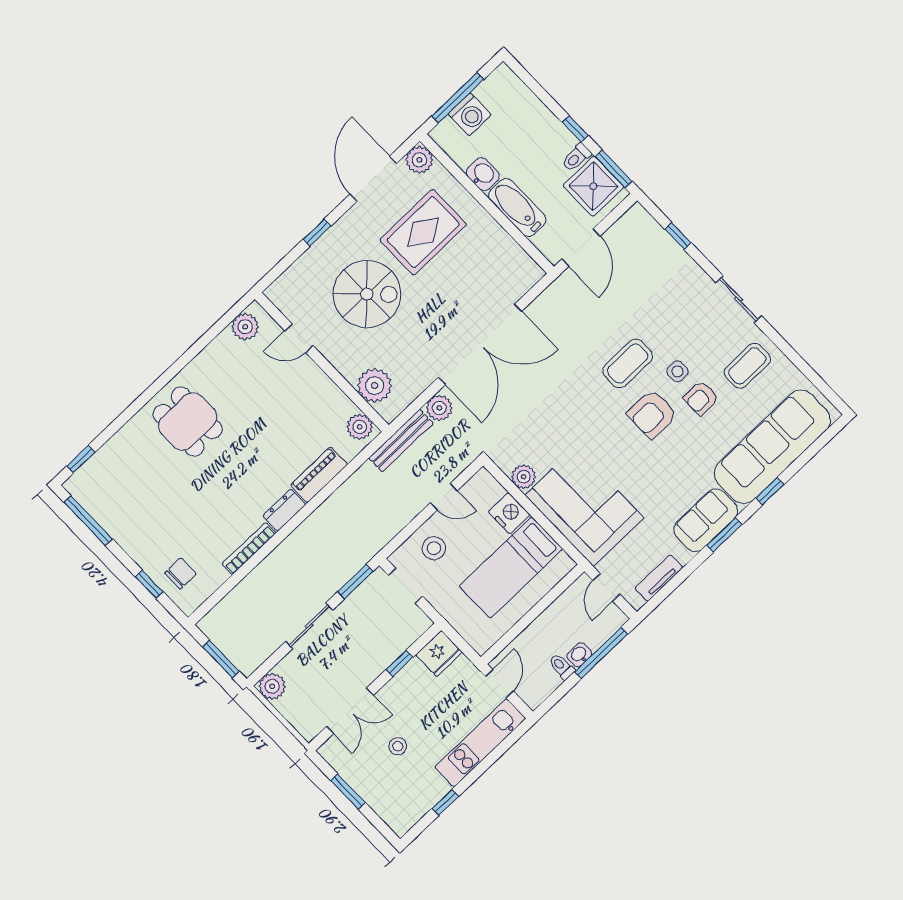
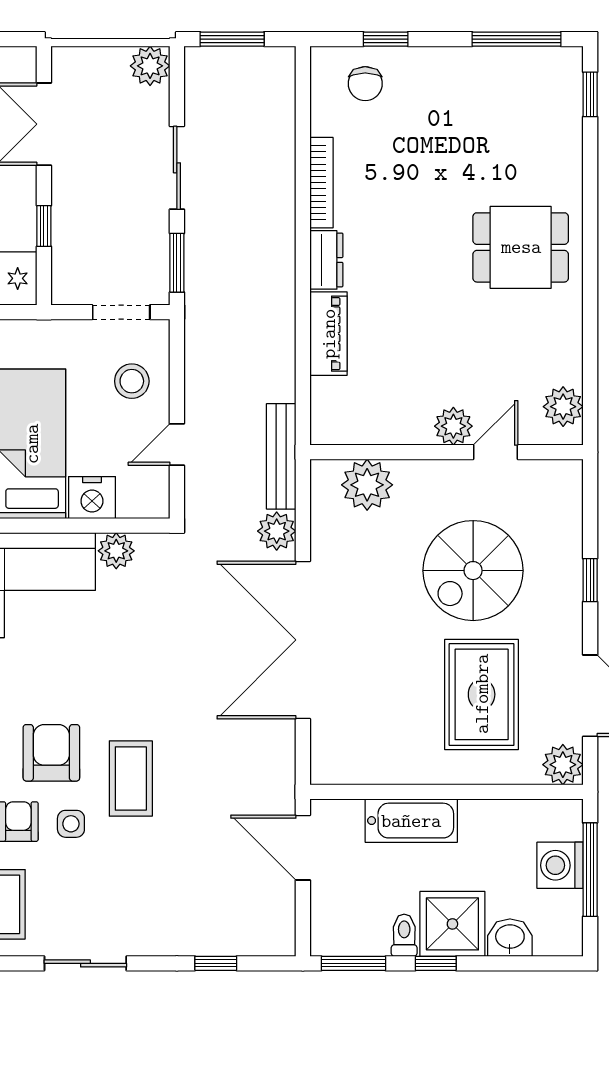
washbasin: (483, 174) -> (510, 938), moved, turned 180
shower: (593, 186) -> (452, 924), moved
plant: (360, 427) -> (453, 426), moved

